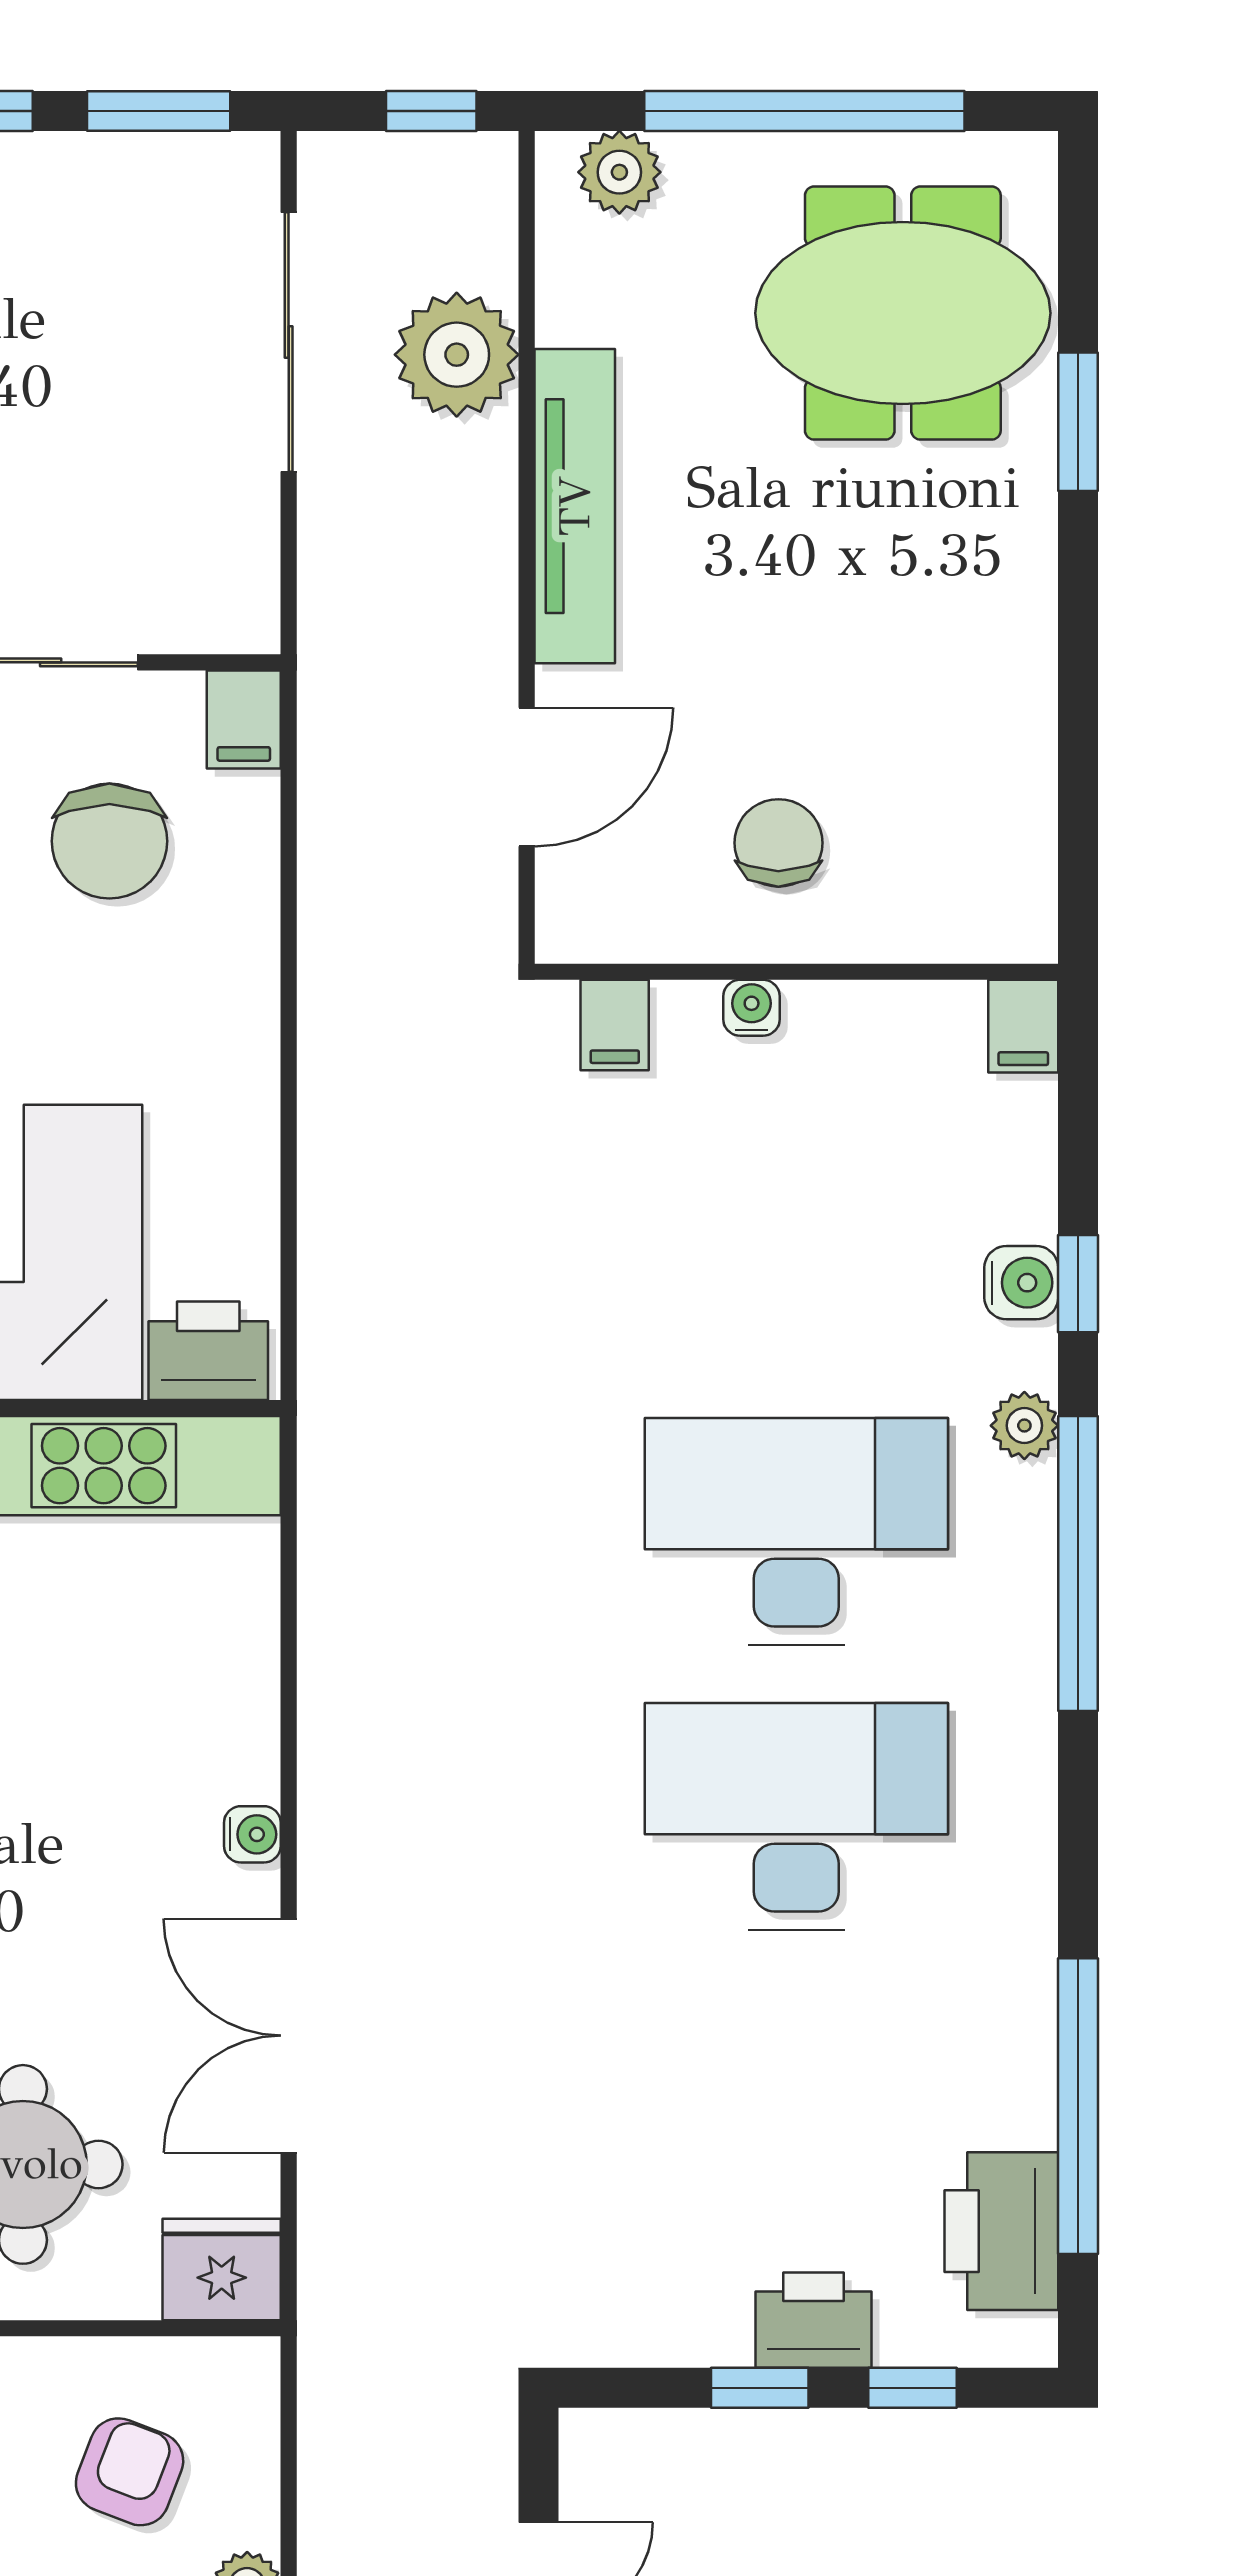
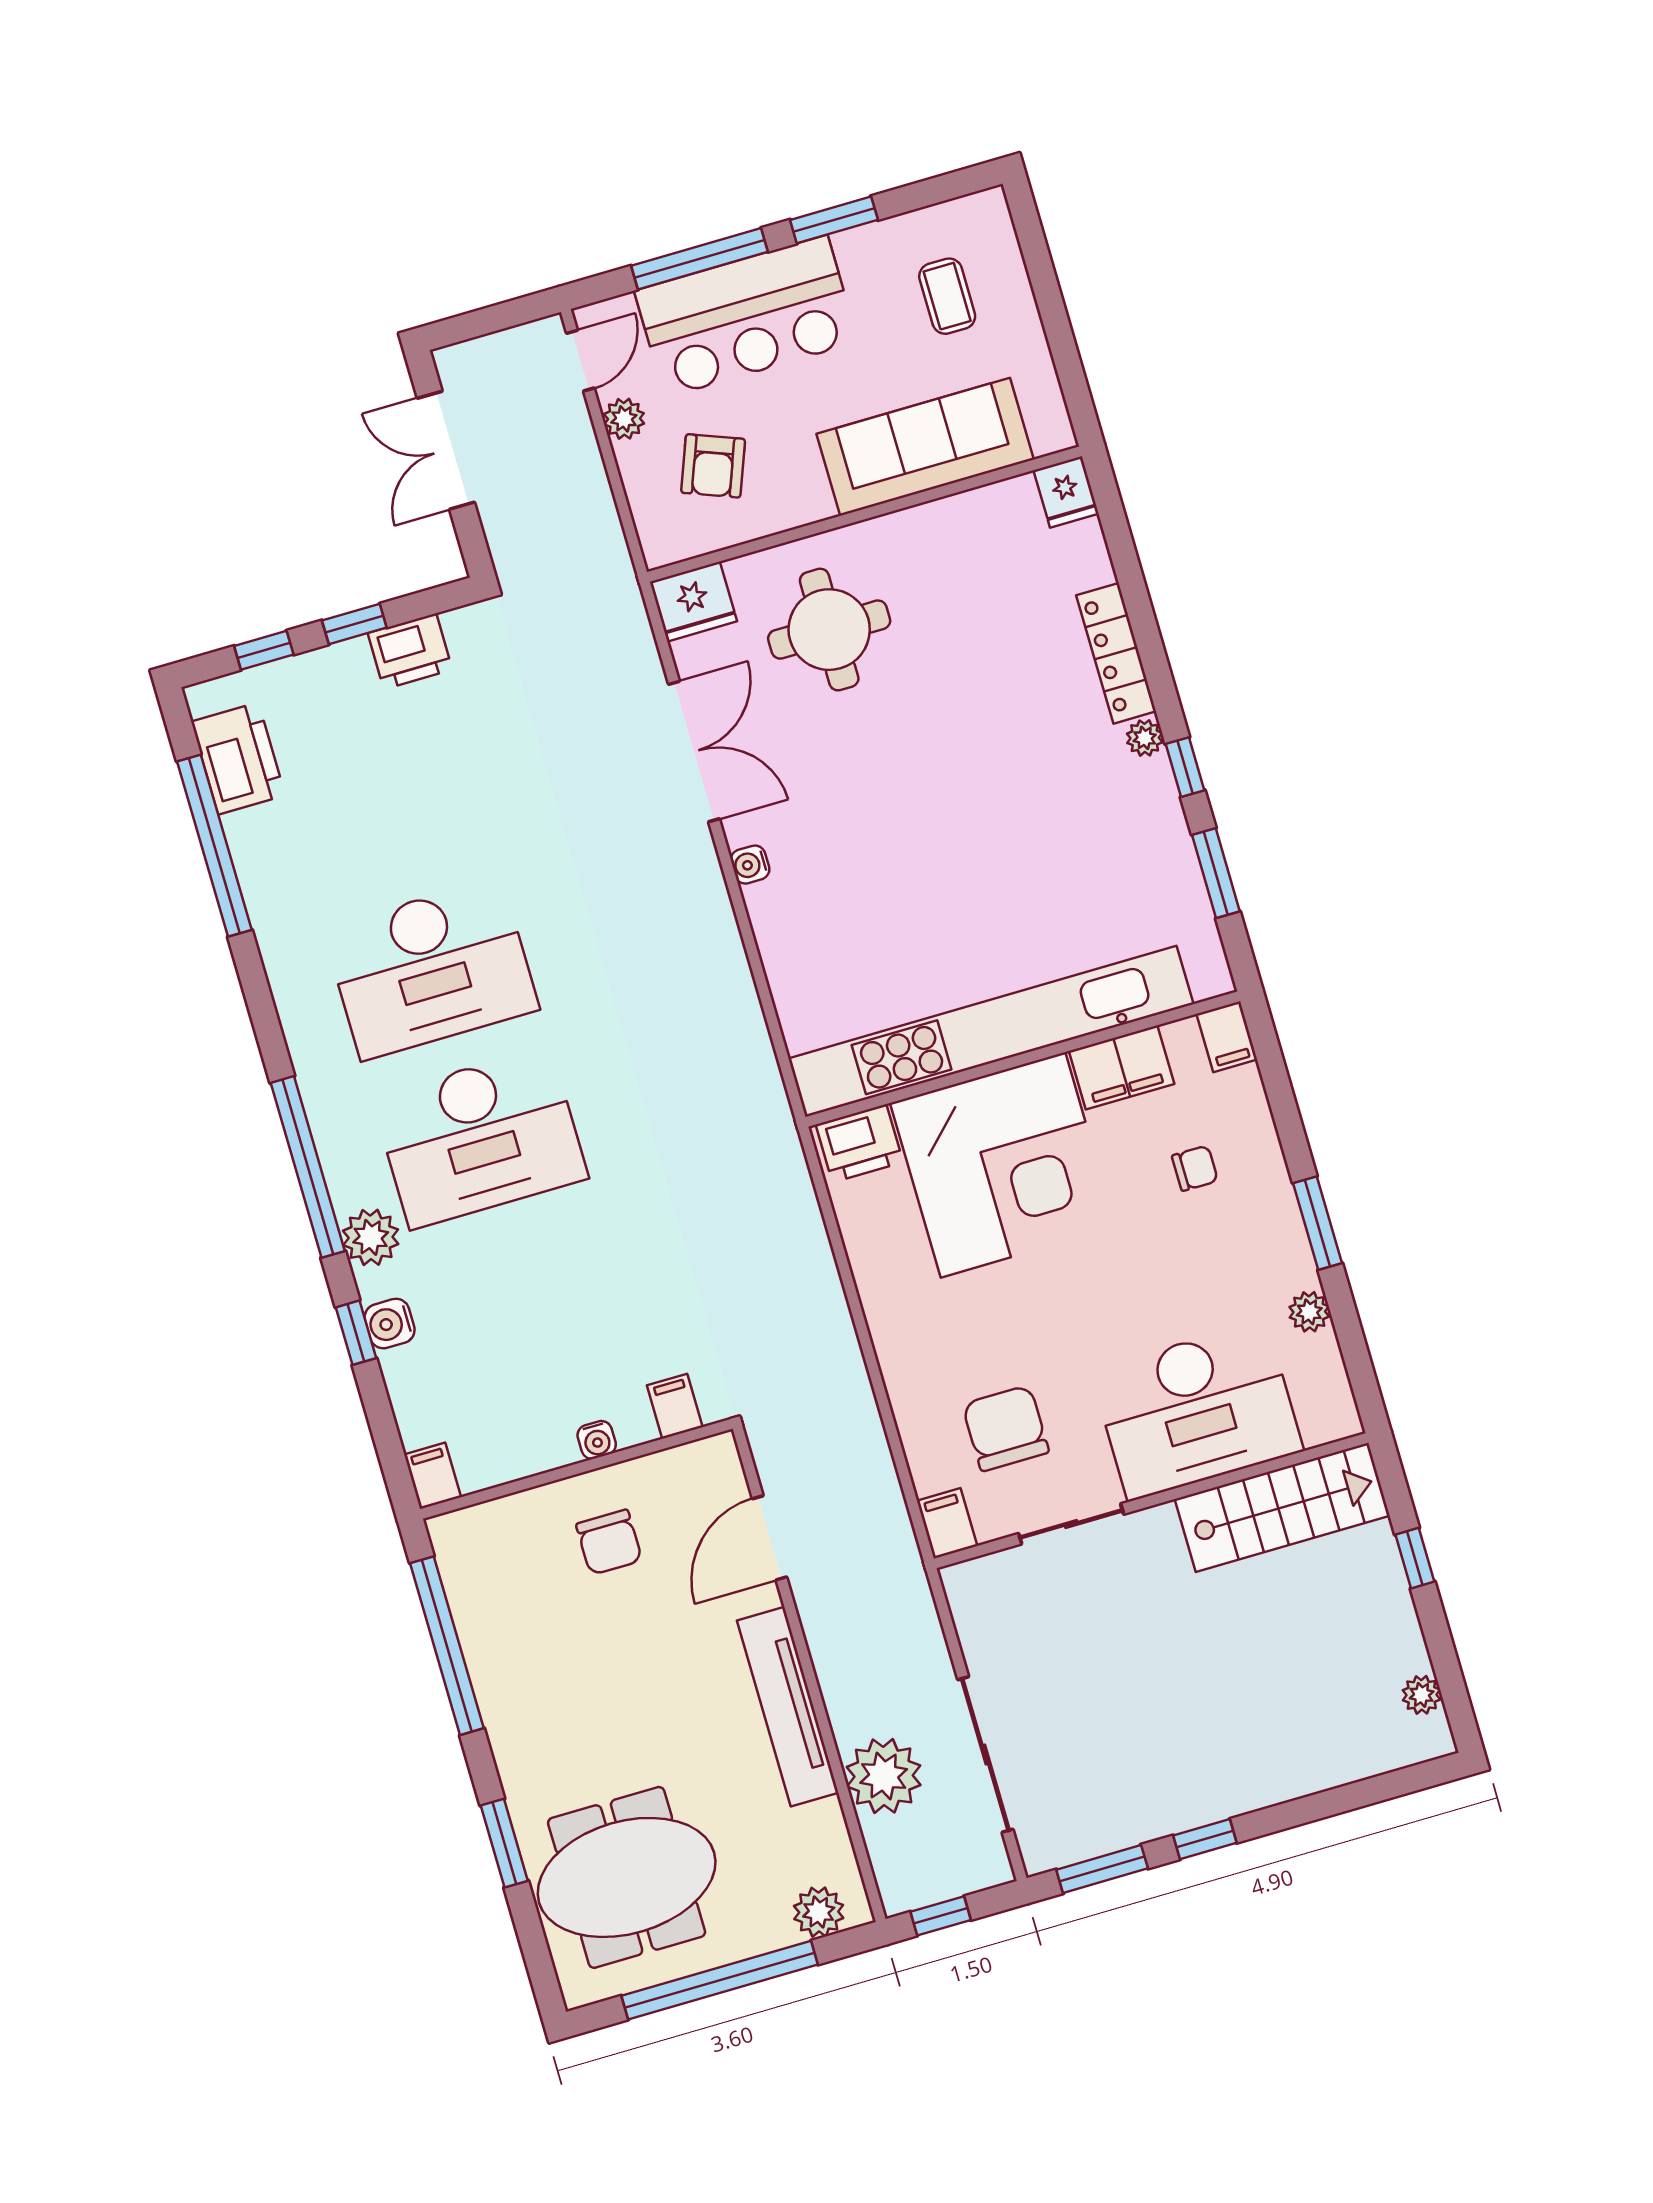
window: (1078, 755) -> (447, 1646), added
plant: (1024, 1426) -> (371, 1237), width x1.38, depth x1.38
printer: (814, 2320) -> (410, 651), moved

